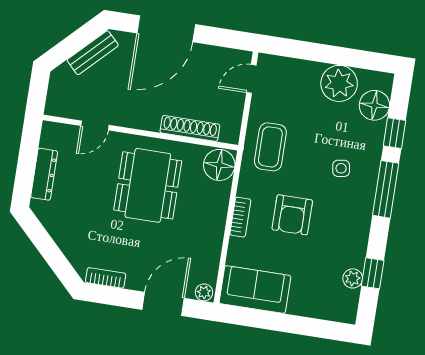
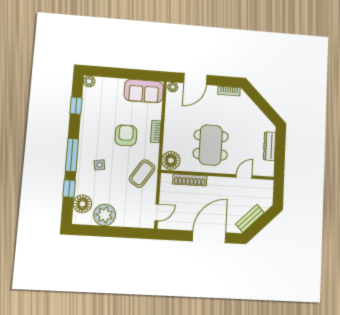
coffee table: (270, 147) -> (142, 174), turned 33
plant: (353, 278) -> (89, 81), moved

